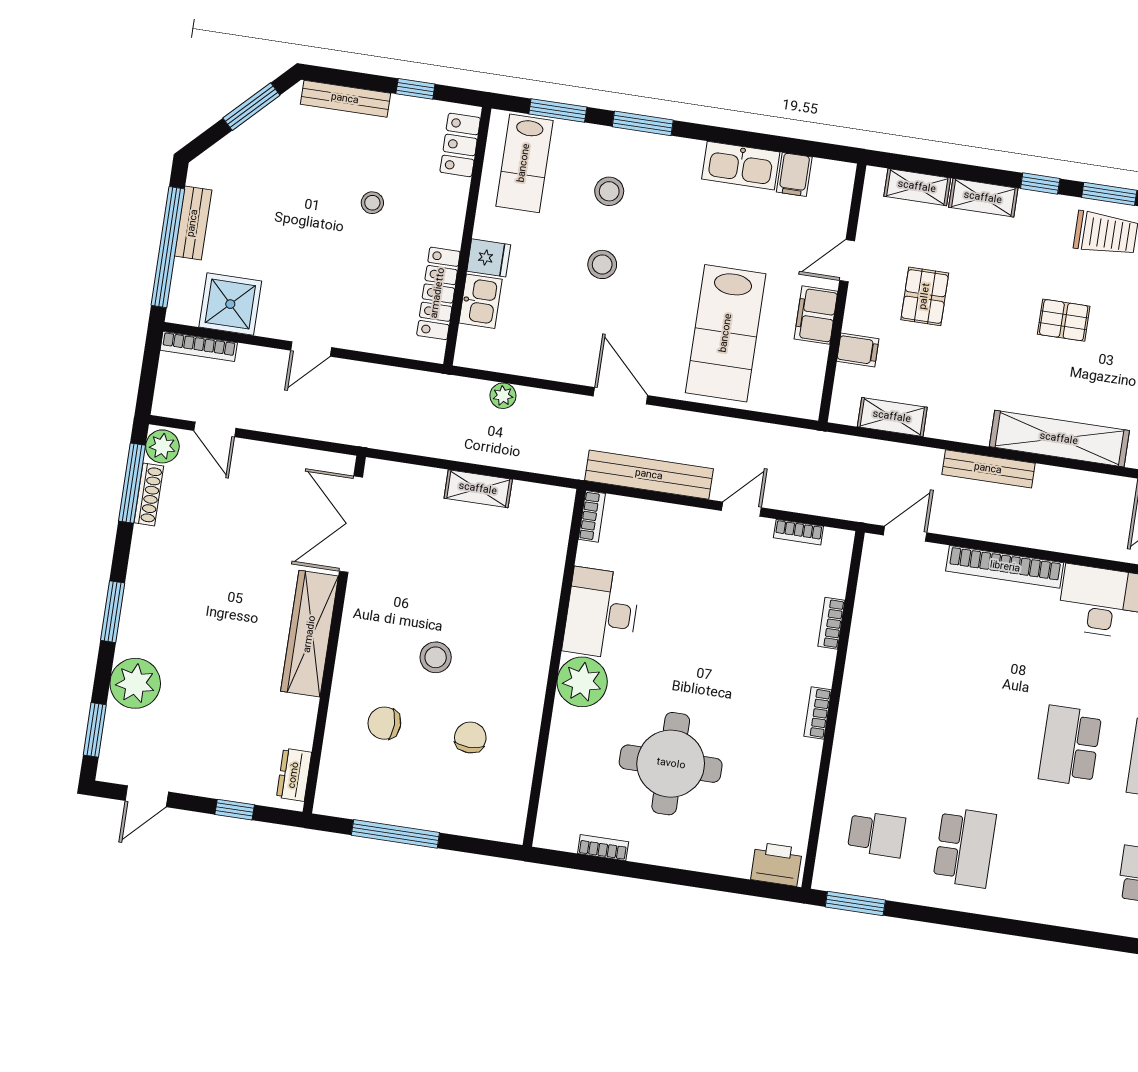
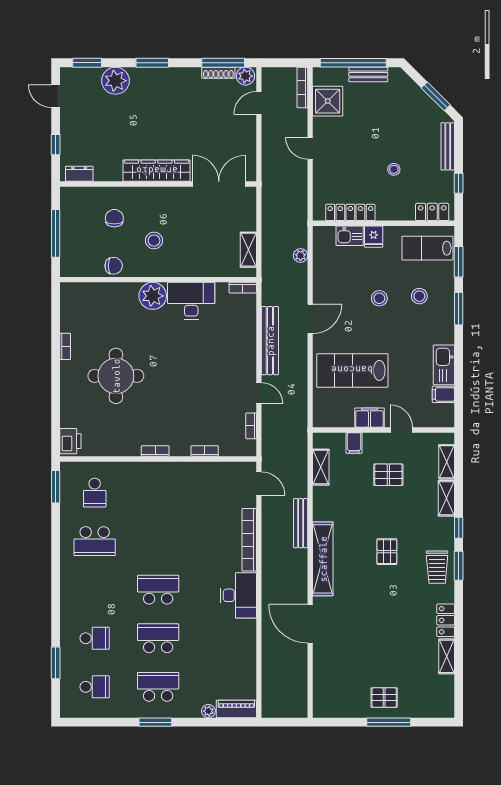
bookcase: (592, 516) -> (243, 288), moved
desk: (601, 613) -> (191, 301), moved
wall: (554, 668) -> (158, 280), moved
plant: (582, 682) -> (153, 296), moved

